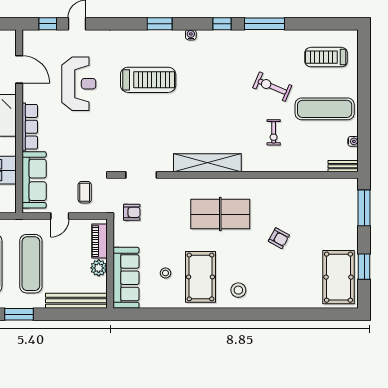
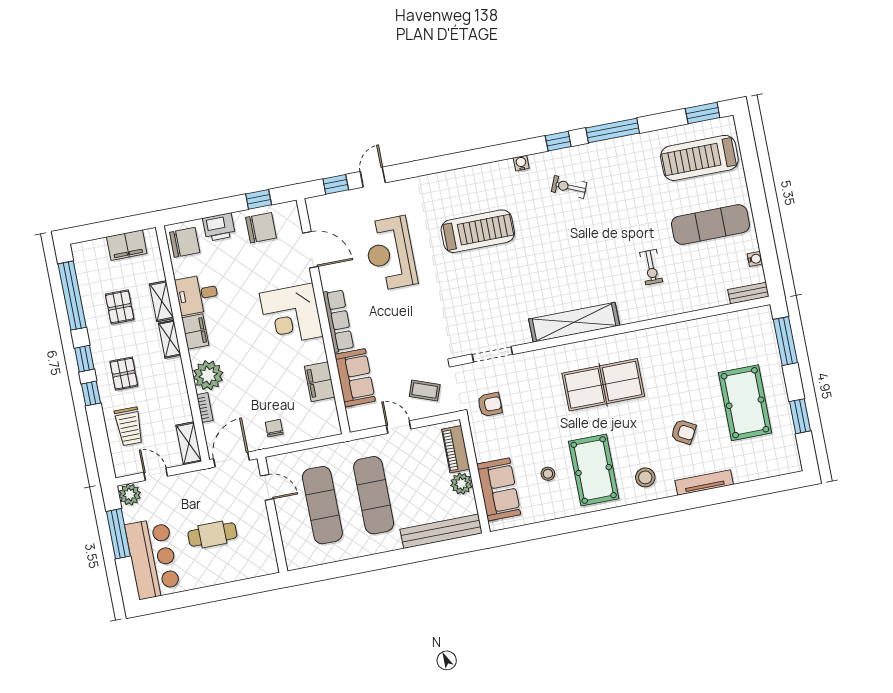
window: (160, 24) -> (703, 113), moved
treadmill: (326, 57) -> (699, 158), width x1.37, depth x1.38
reception desk: (79, 84) -> (390, 253), turned 180
exercise bike: (272, 87) -> (569, 187), moved, width x0.73, depth x0.72
sofa: (34, 180) -> (355, 378), width x0.73
coffee table: (85, 192) -> (425, 391), turned -70
door: (60, 216) -> (399, 427), swing flipped
armchair: (279, 238) -> (683, 432), moved
pool table: (339, 277) -> (745, 403), moved
sofa: (126, 278) -> (499, 489), width x0.73
tv unit: (282, 303) -> (704, 482), added
window: (19, 314) -> (371, 563), removed

